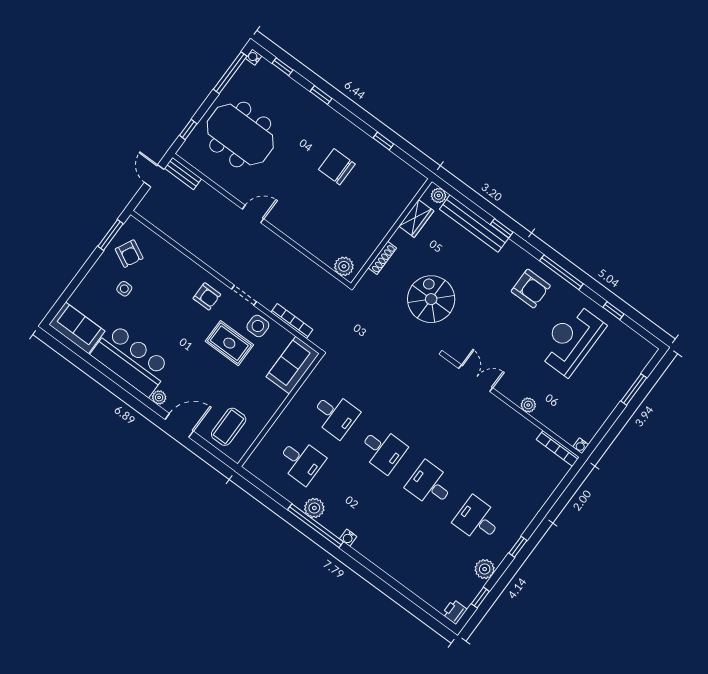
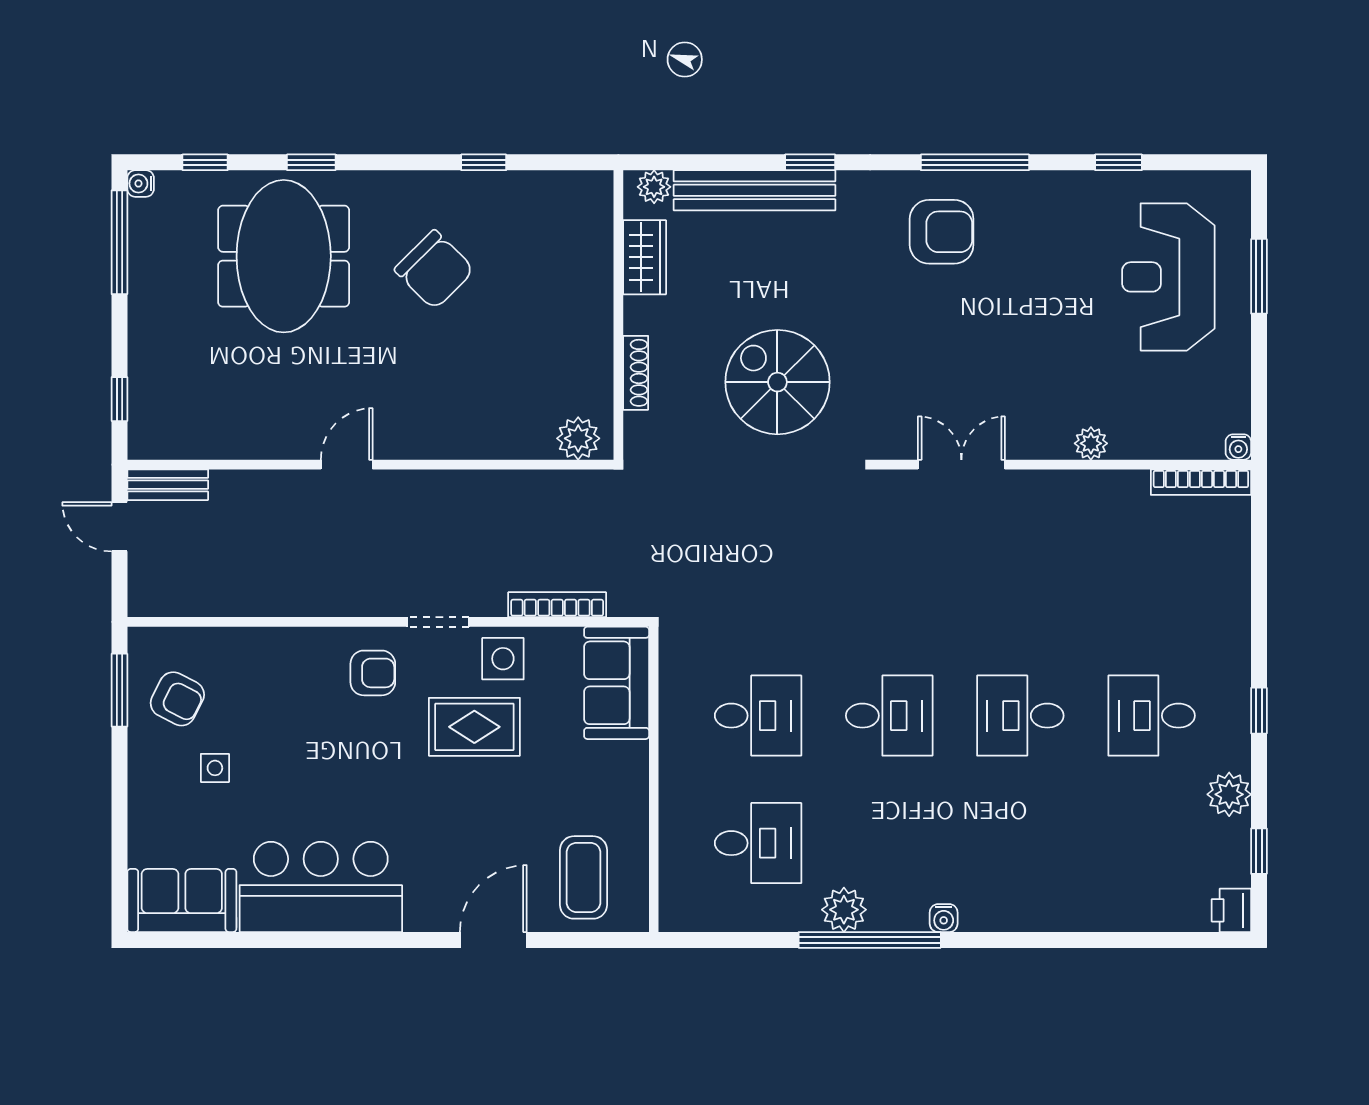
meeting table: (240, 135) -> (284, 256), moved, turned 90
chair: (337, 167) -> (434, 270), turned -135
reception desk: (571, 340) -> (1168, 277), moved
plant: (159, 397) -> (421, 917), removed

